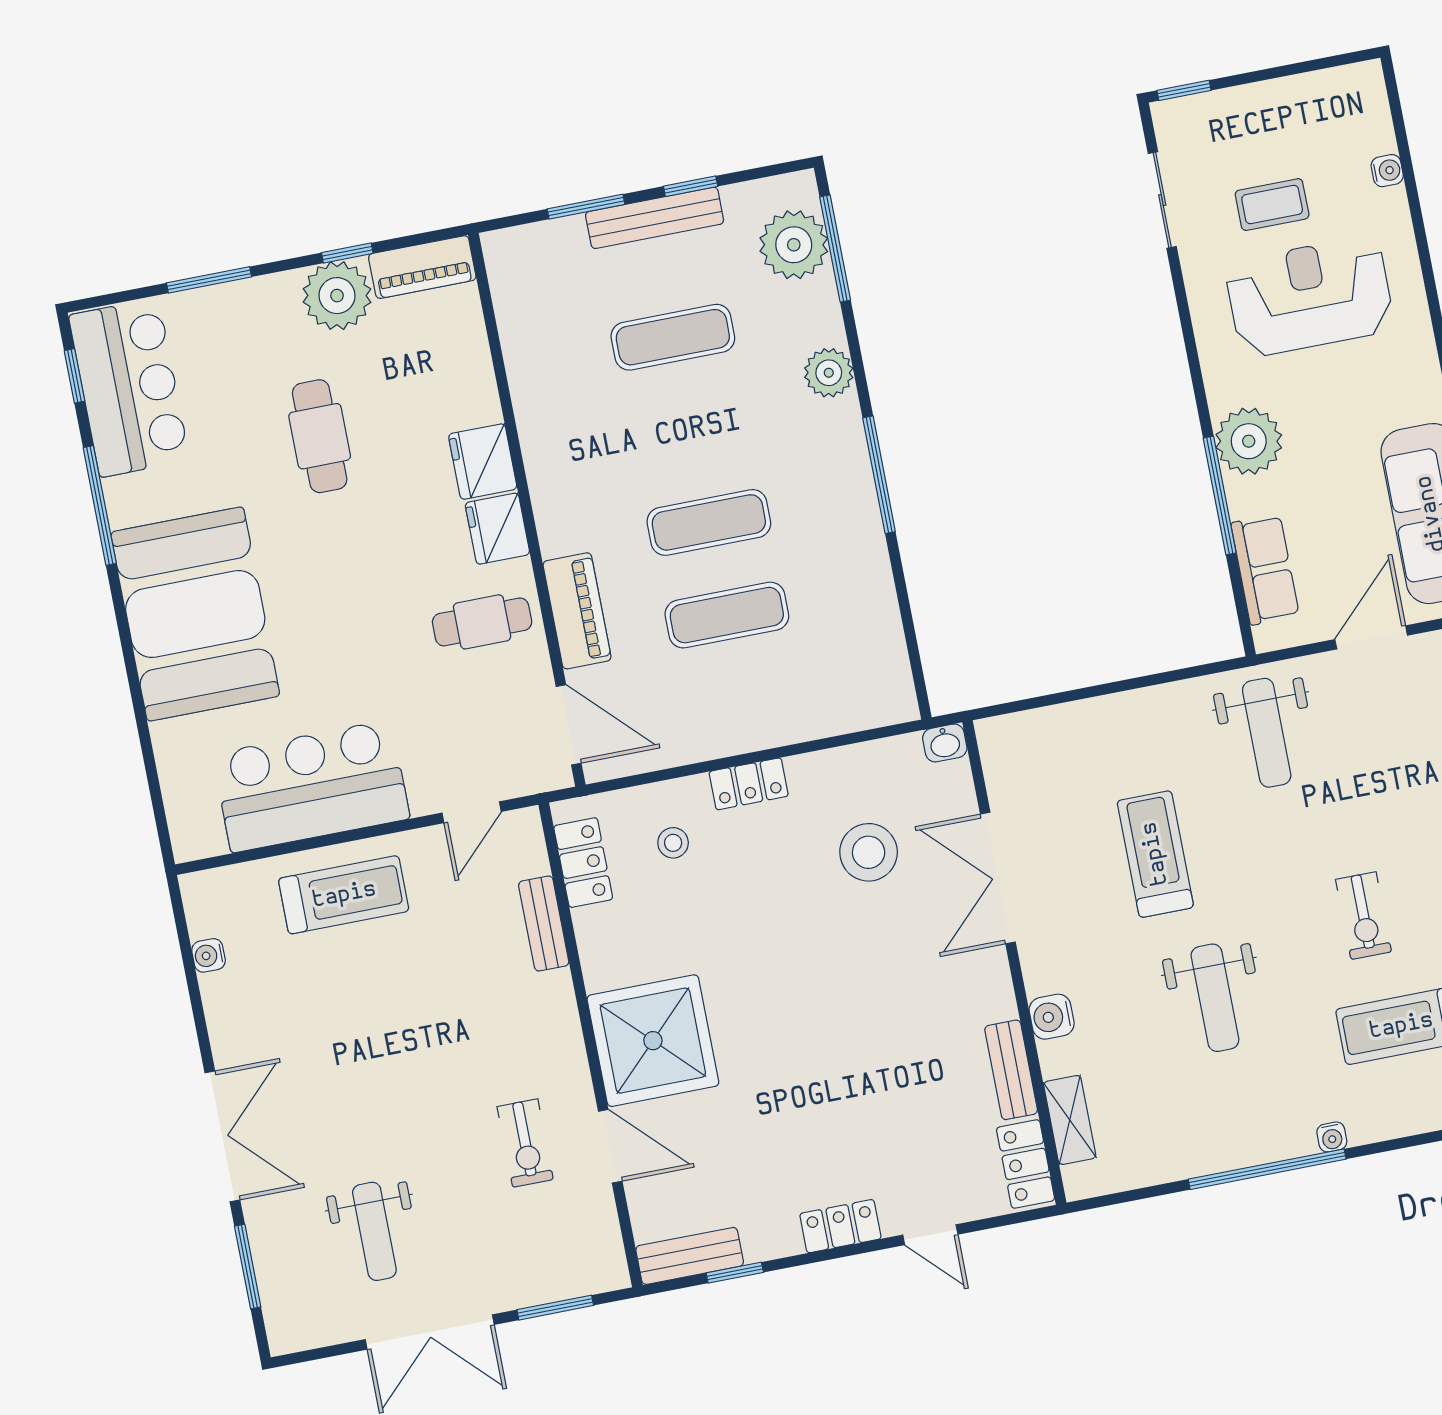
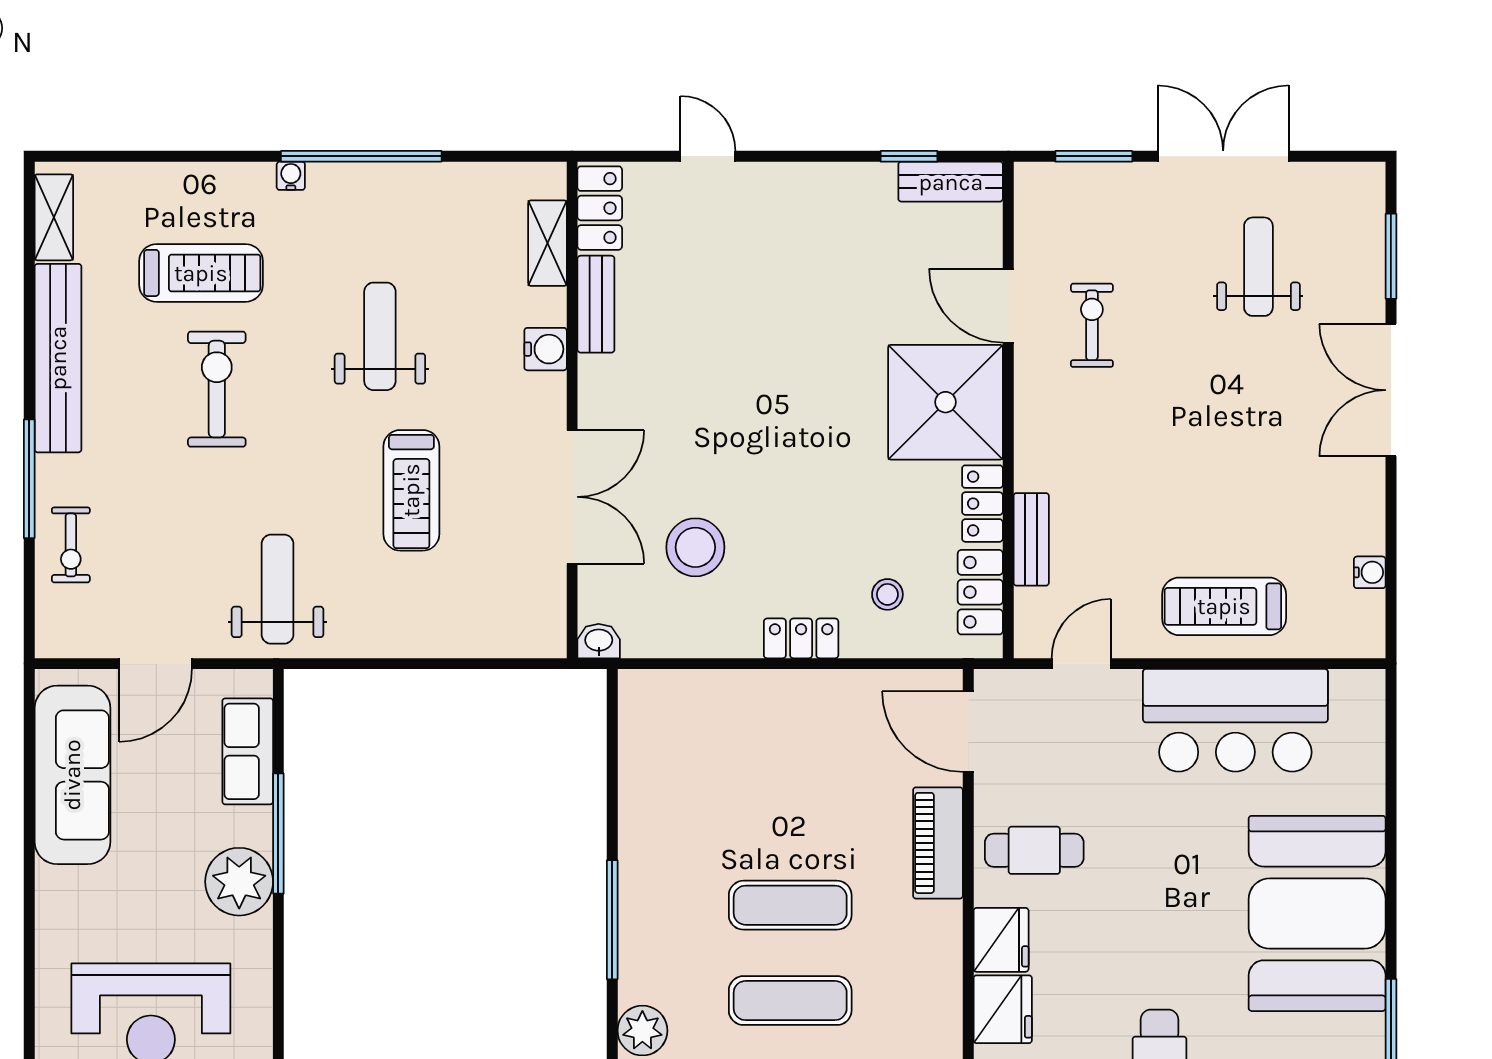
exercise mat: (727, 615) -> (790, 1001), moved
exercise bike: (1364, 916) -> (217, 389), width x1.38, depth x1.39
locker: (840, 1226) -> (982, 504), moved, turned 90

